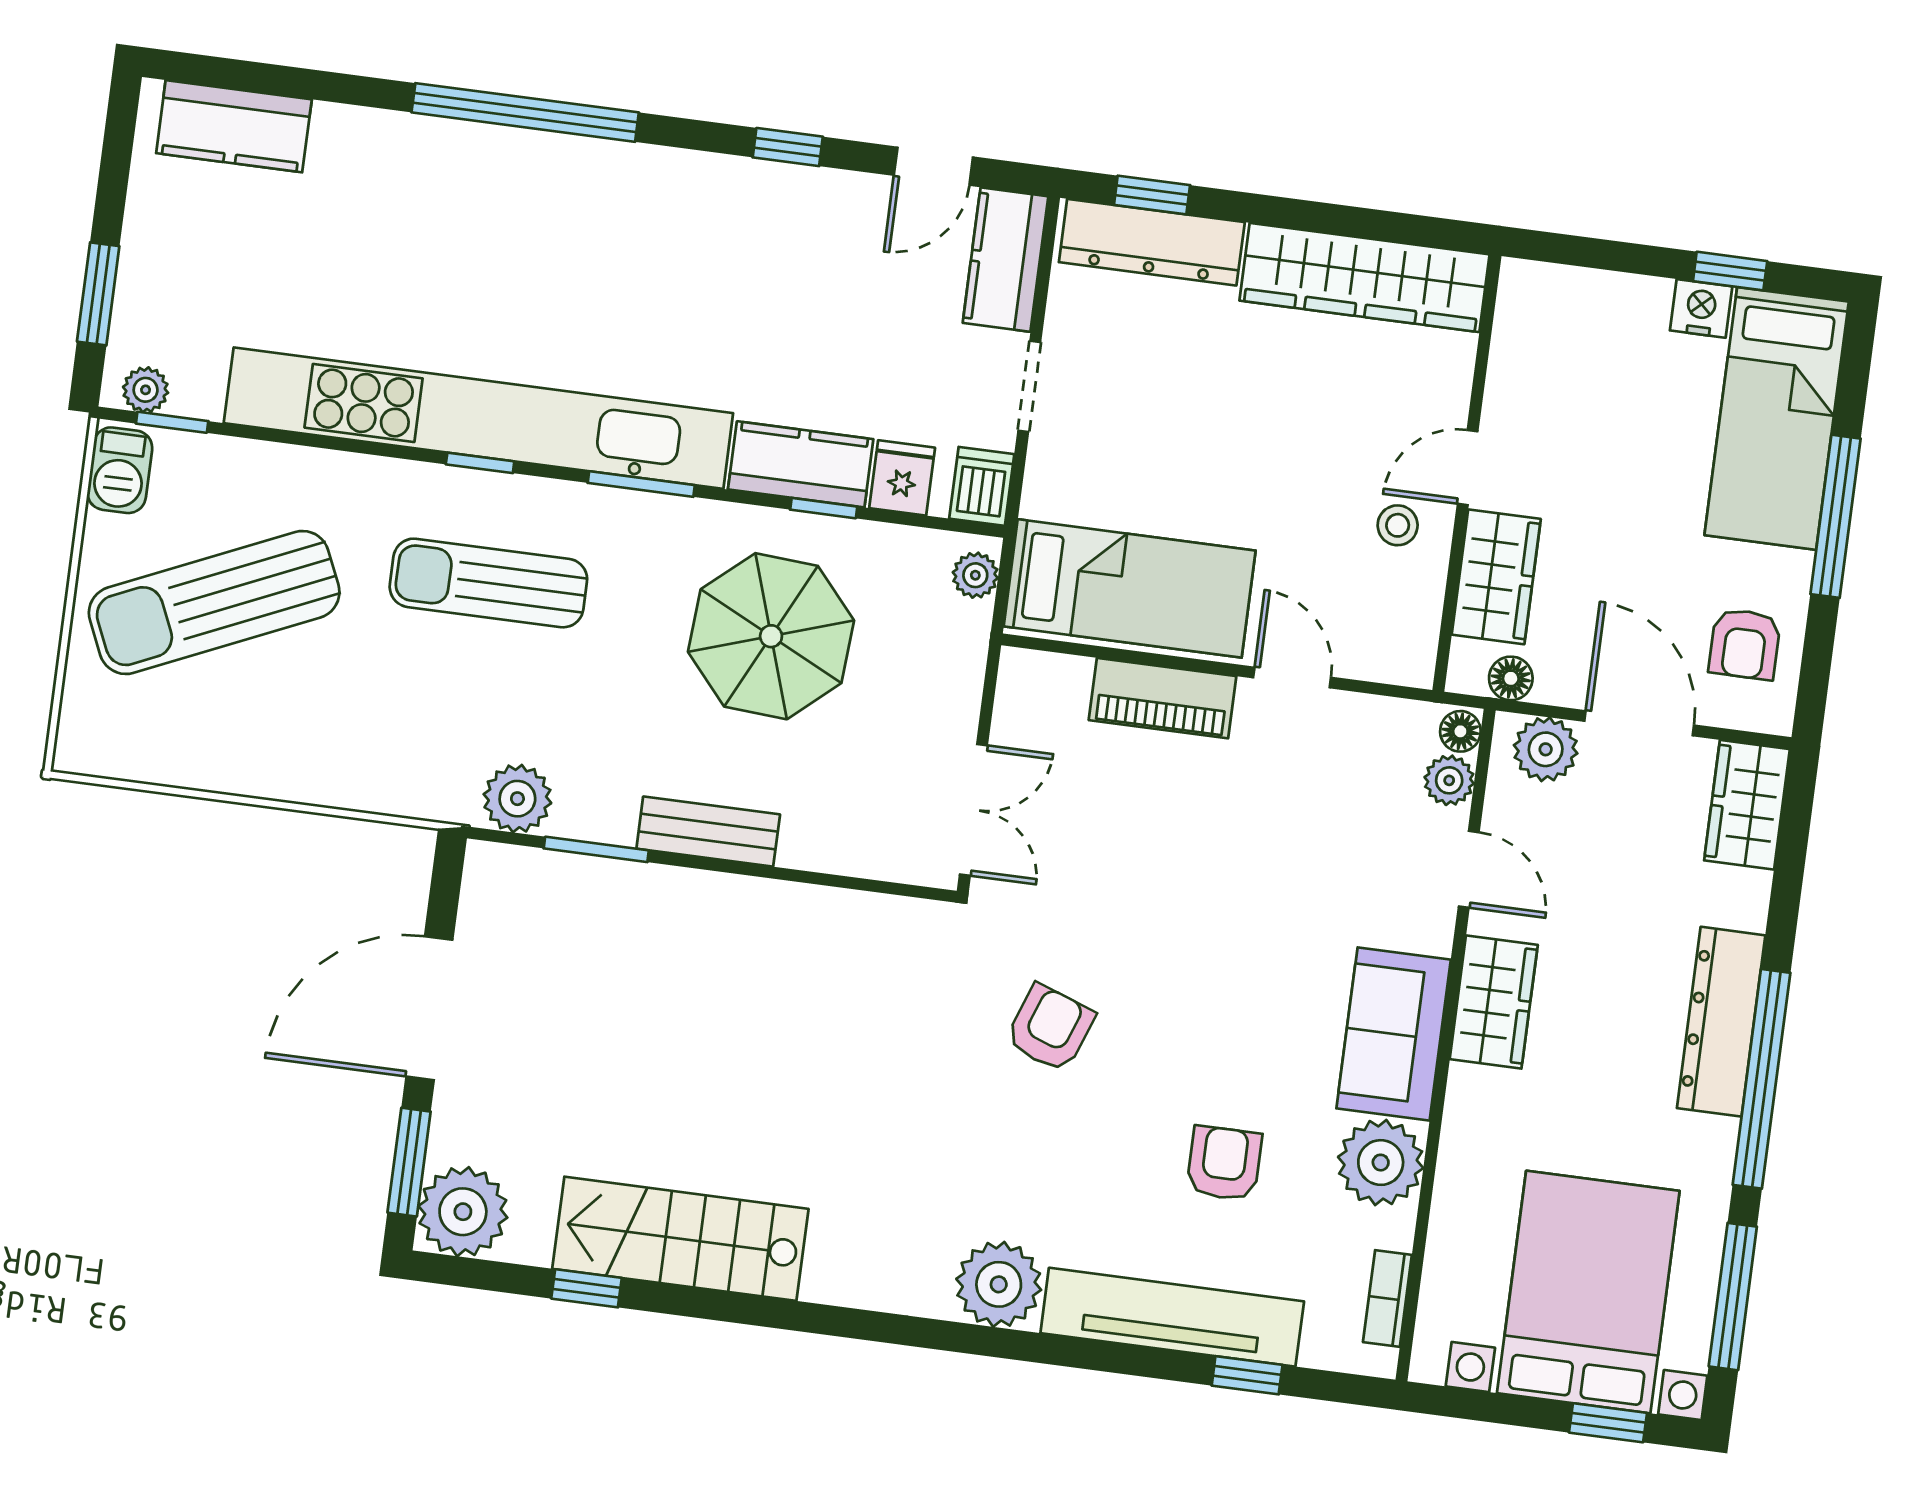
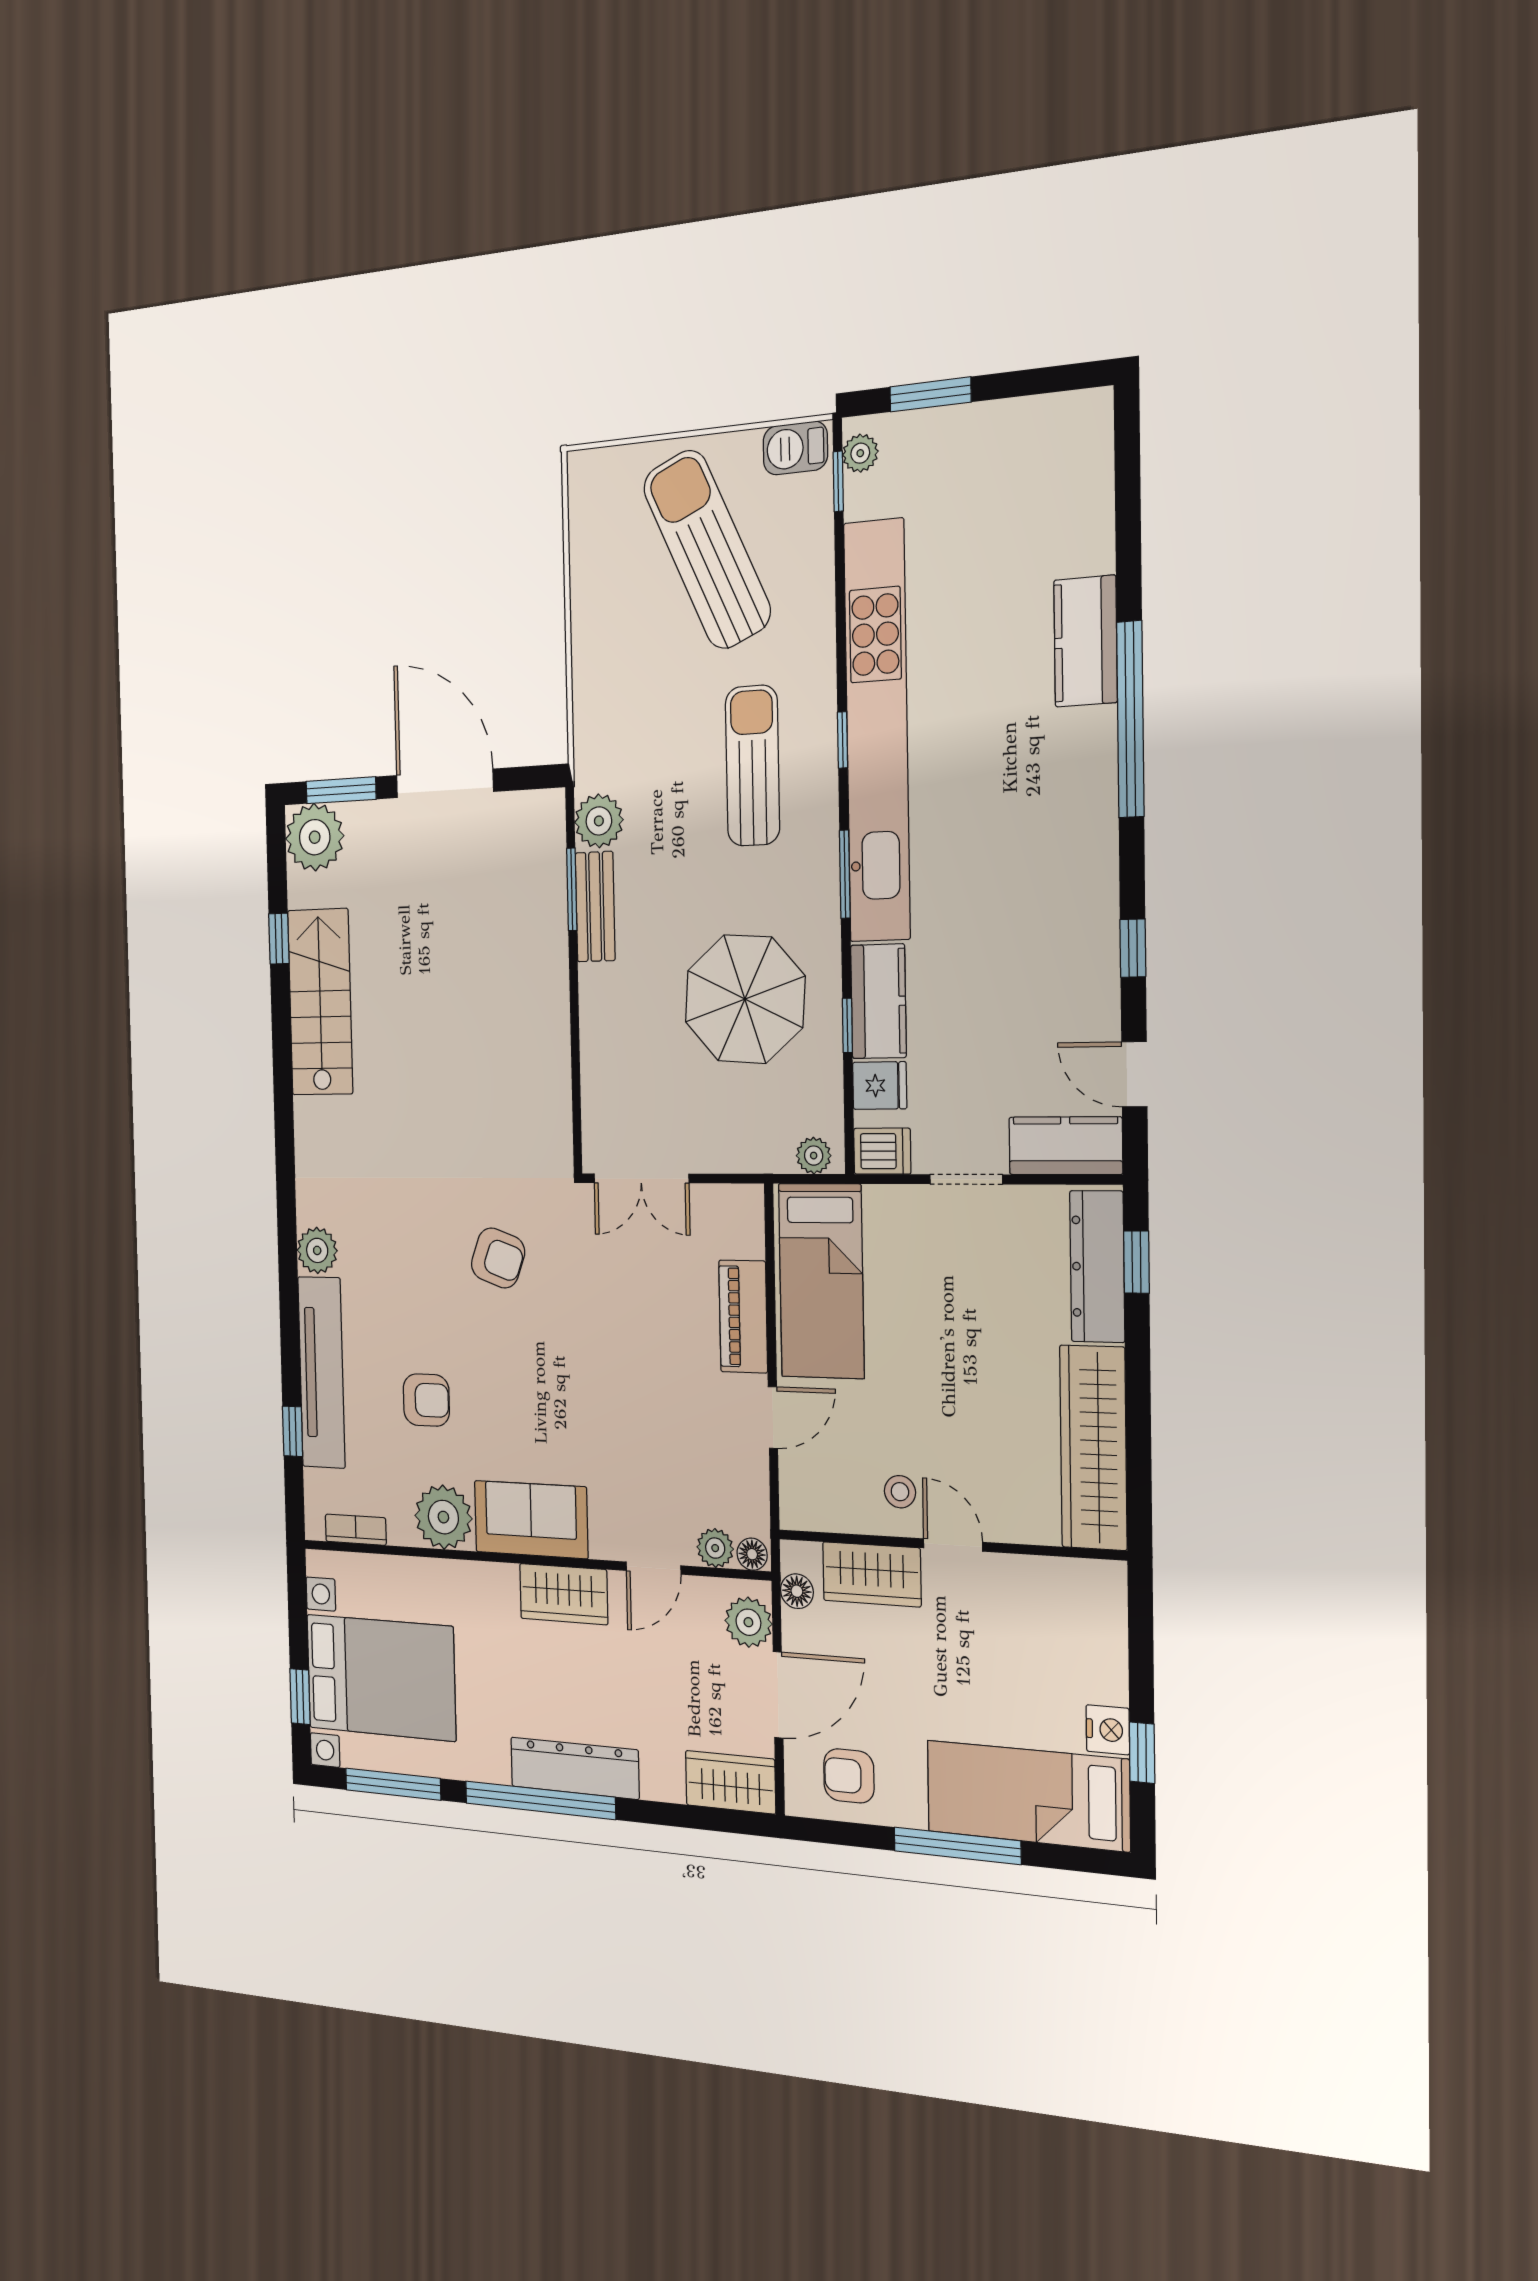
kitchen counter: (234, 126) -> (1086, 641), moved
bench: (708, 832) -> (595, 907), moved
plant: (999, 1284) -> (317, 1250), width x0.73, depth x0.73

